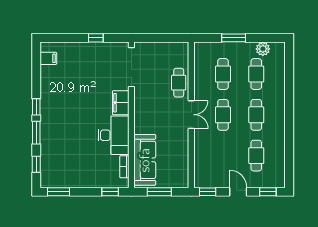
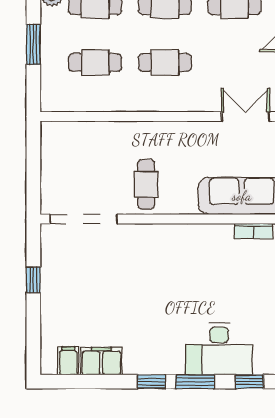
cafe table: (179, 83) -> (146, 184), moved, turned 90
filing cabinet: (121, 103) -> (101, 361), moved, turned 180
double door: (191, 115) -> (245, 117), moved
desk: (114, 135) -> (219, 349), moved, turned 180

